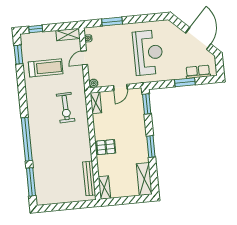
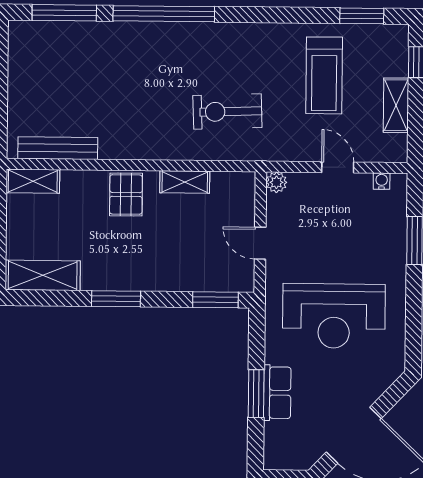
shelving: (68, 35) -> (396, 105), moved
row of seats: (198, 72) -> (277, 393), moved
shelving: (96, 103) -> (185, 182), moved

